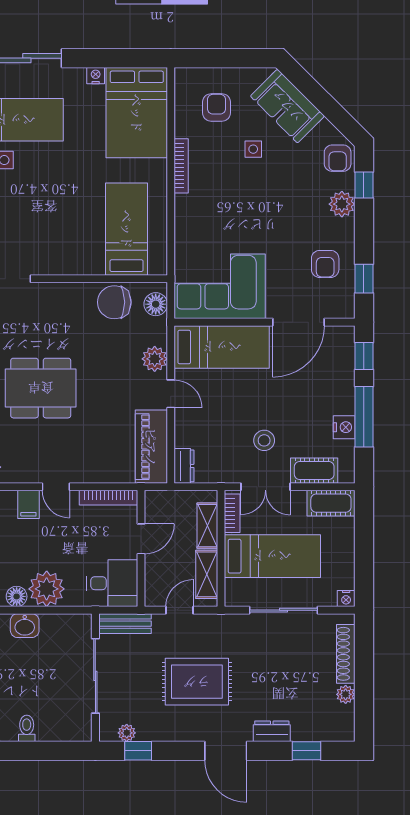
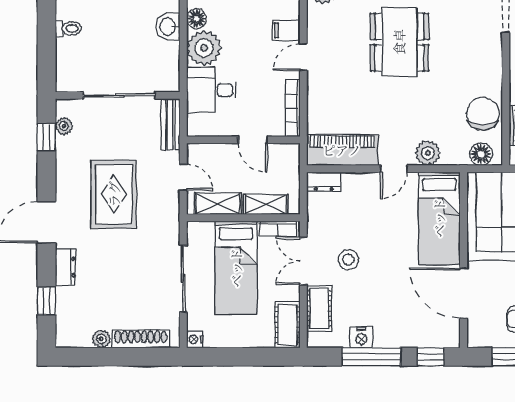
desk: (112, 583) -> (211, 90), moved, turned 90

